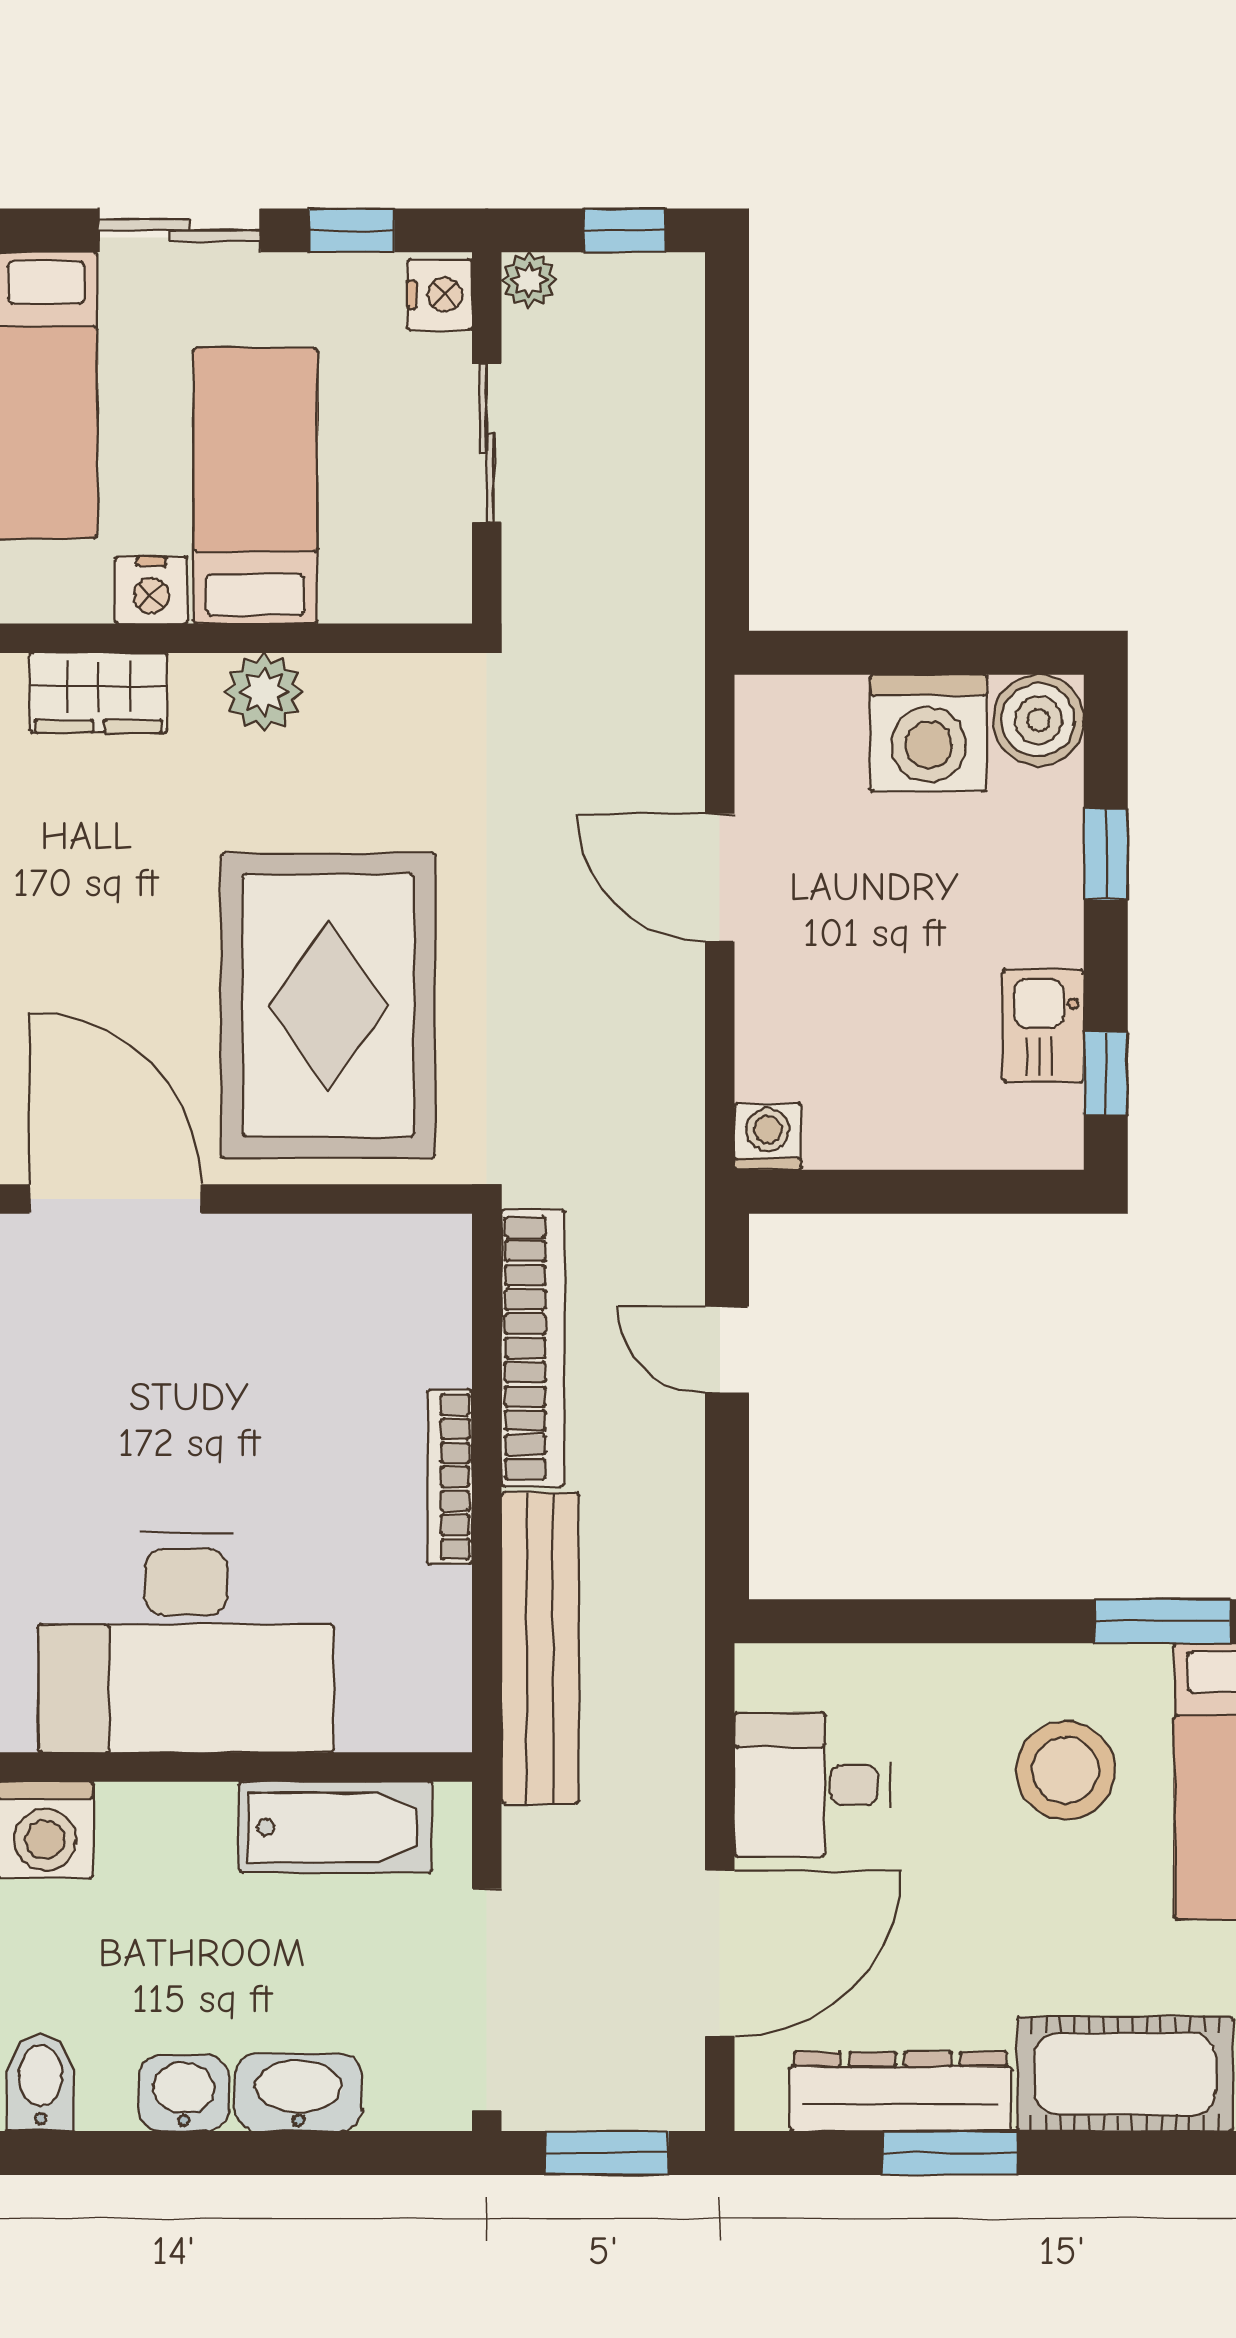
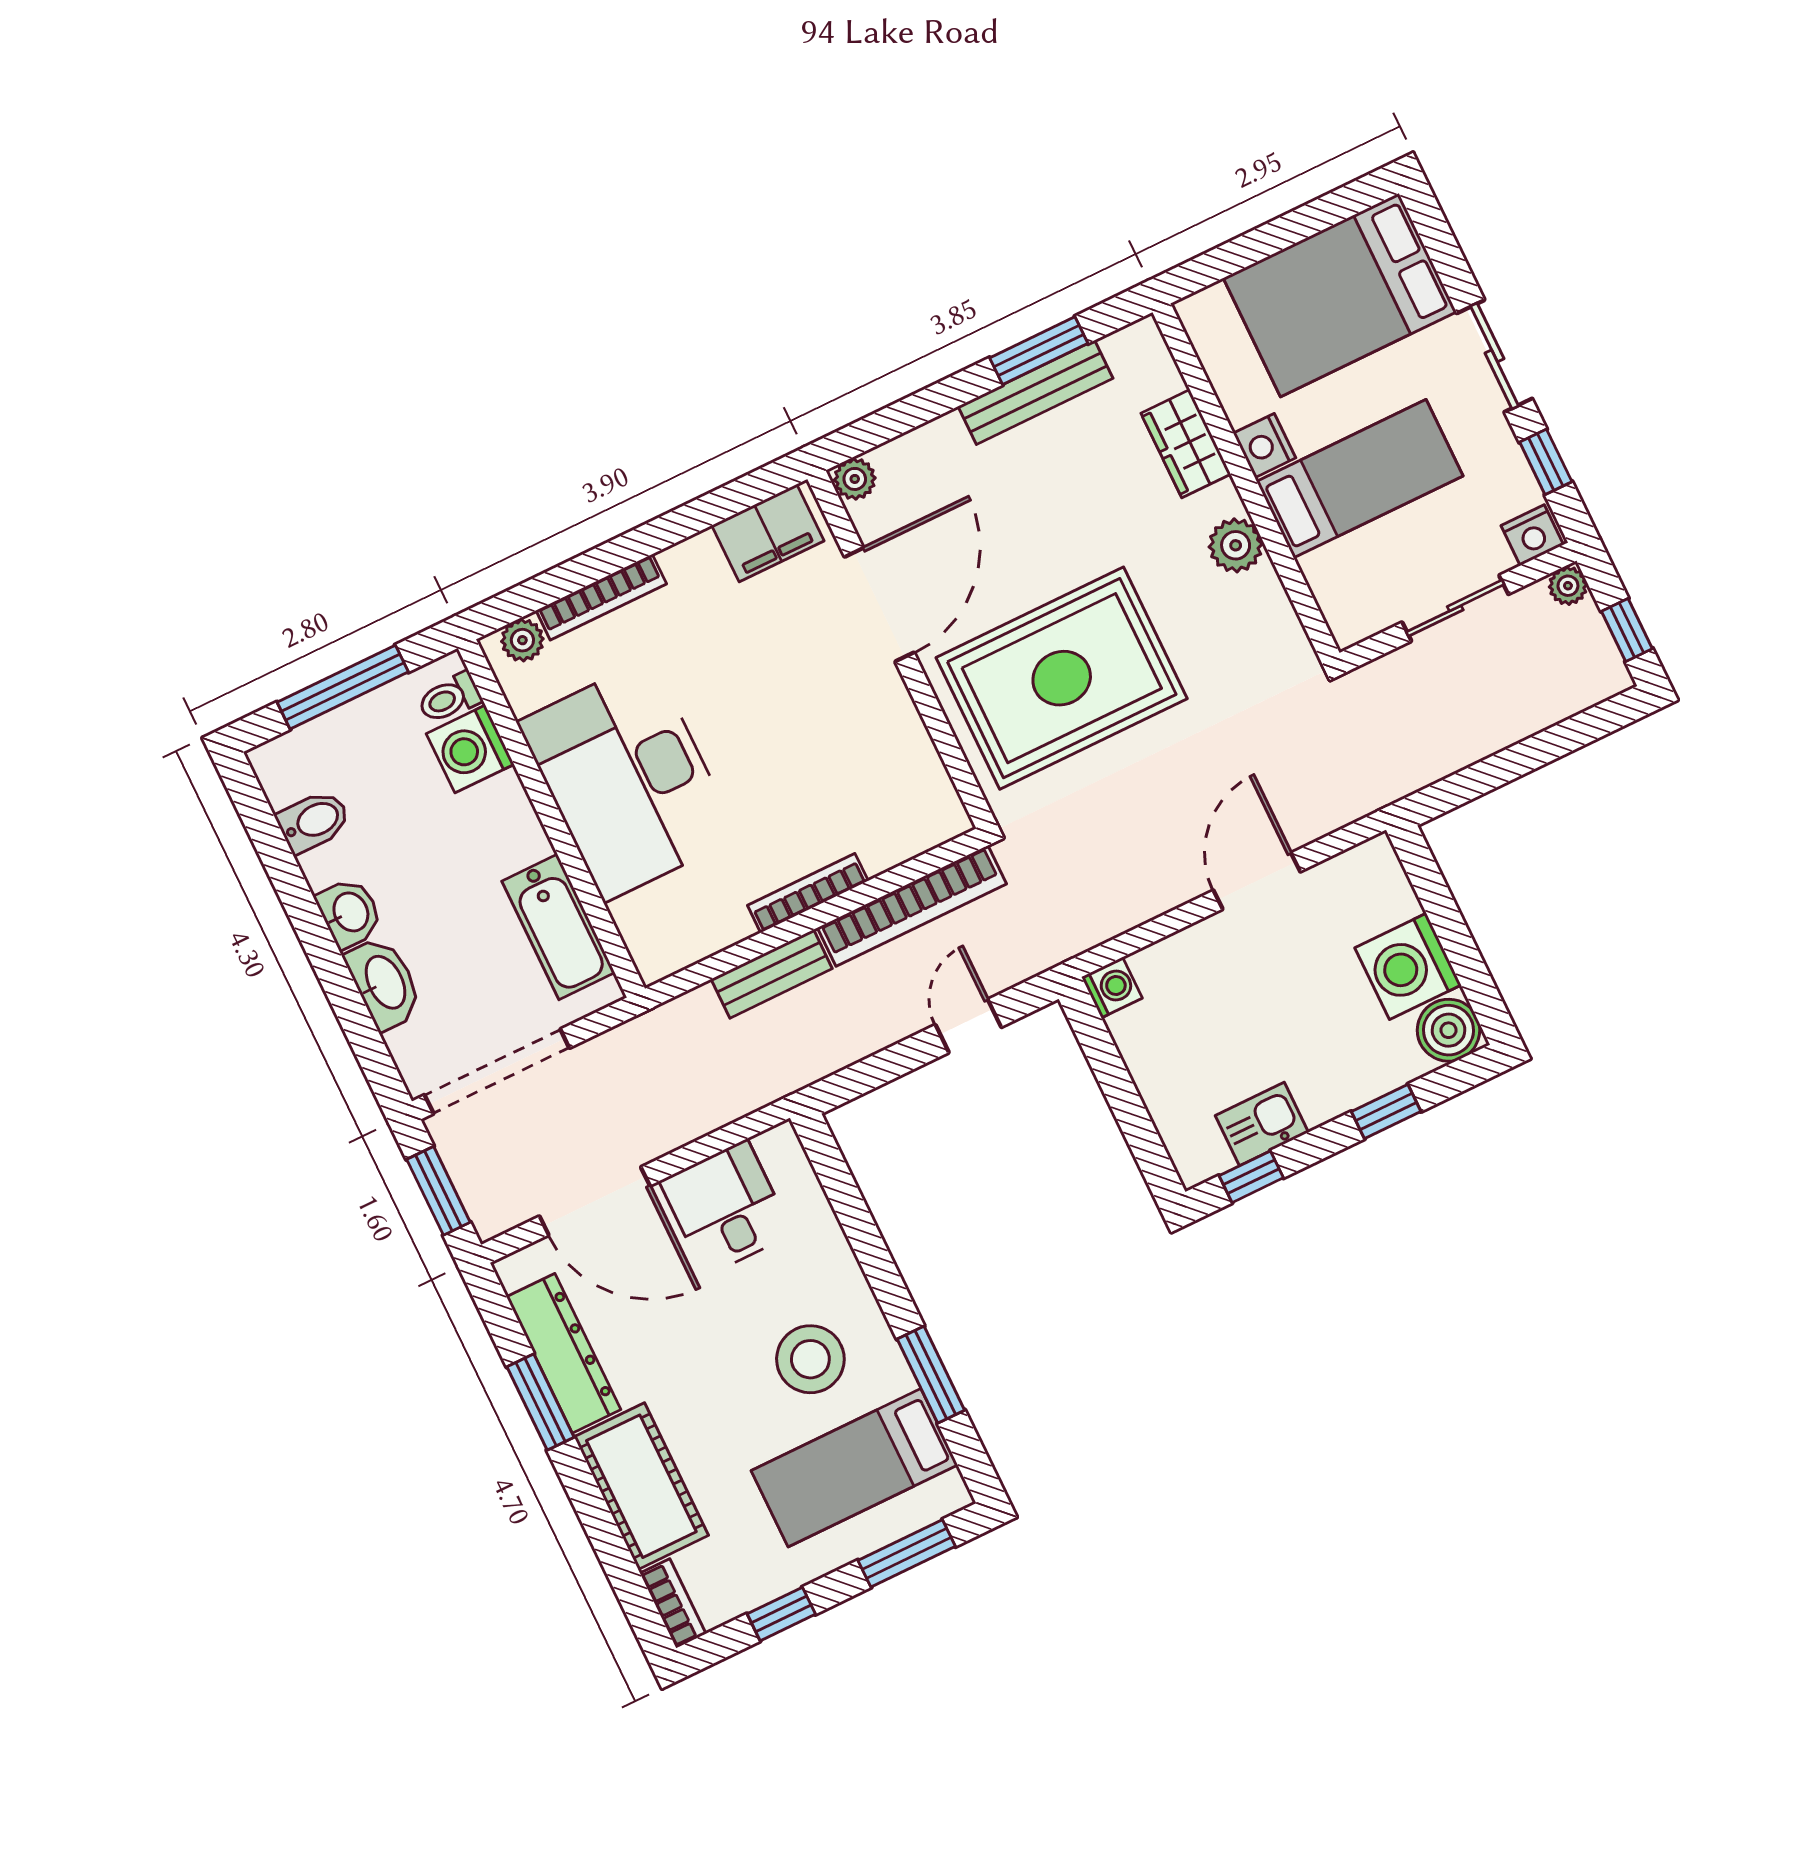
bench: (540, 1648) -> (772, 974), width x0.54, depth x0.82

